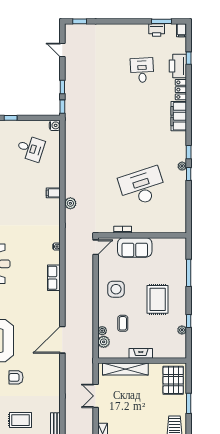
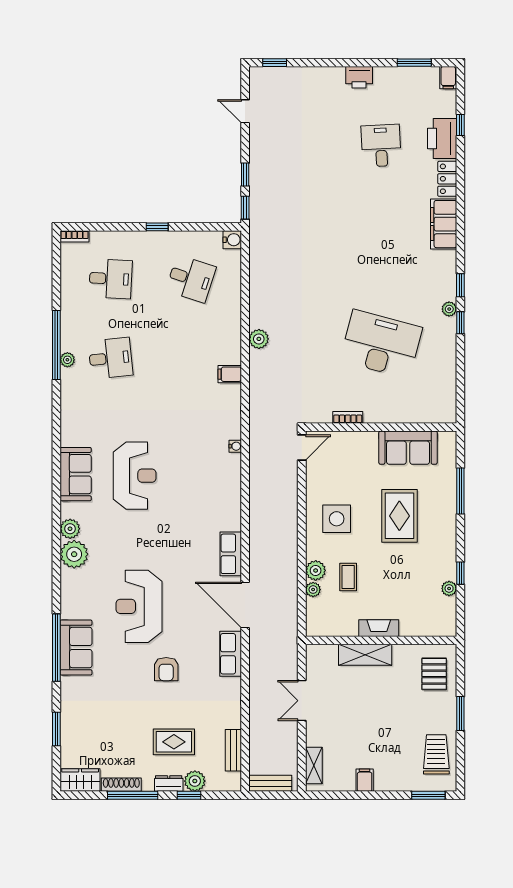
printer: (157, 30) -> (359, 77), moved
desk: (142, 187) -> (381, 344), turned 33
filing cabinet: (53, 193) -> (230, 374), moved
plant: (70, 203) -> (259, 339), moved
sofa: (135, 247) -> (408, 448), moved
row of seats: (54, 278) -> (231, 554), moved
rug: (158, 299) -> (399, 516), moved
door: (62, 340) -> (245, 605), hinge flipped
plant: (104, 342) -> (316, 570), moved
row of seats: (54, 368) -> (231, 654), added
shelving: (125, 369) -> (365, 655), width x0.68
armchair: (16, 377) -> (166, 669), turned -90
pallet: (173, 380) -> (434, 674), width x0.67, depth x0.71

